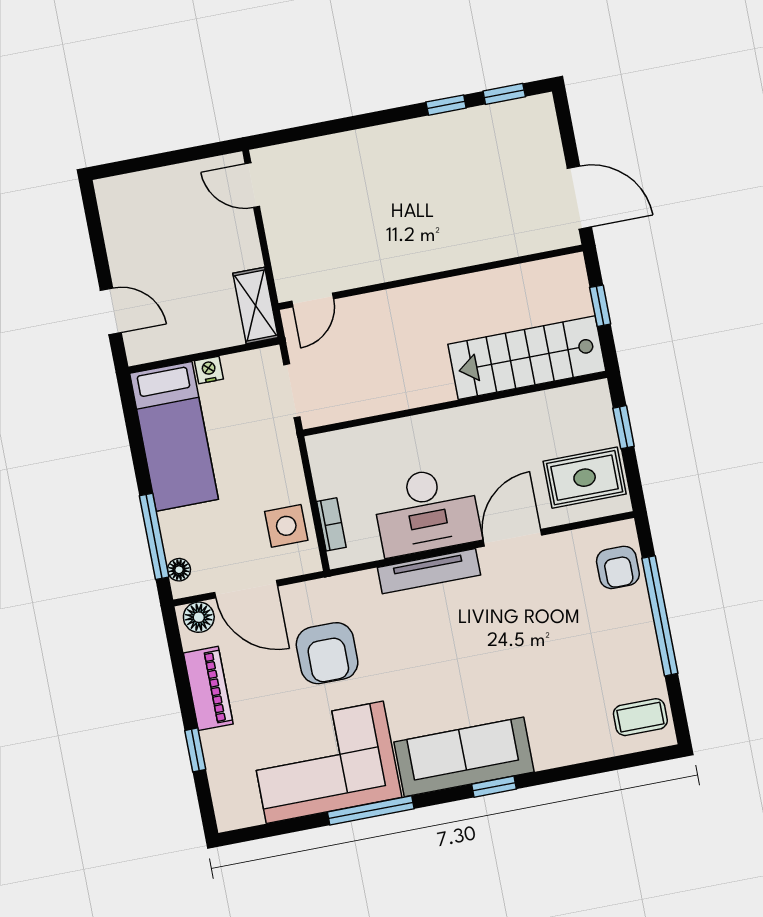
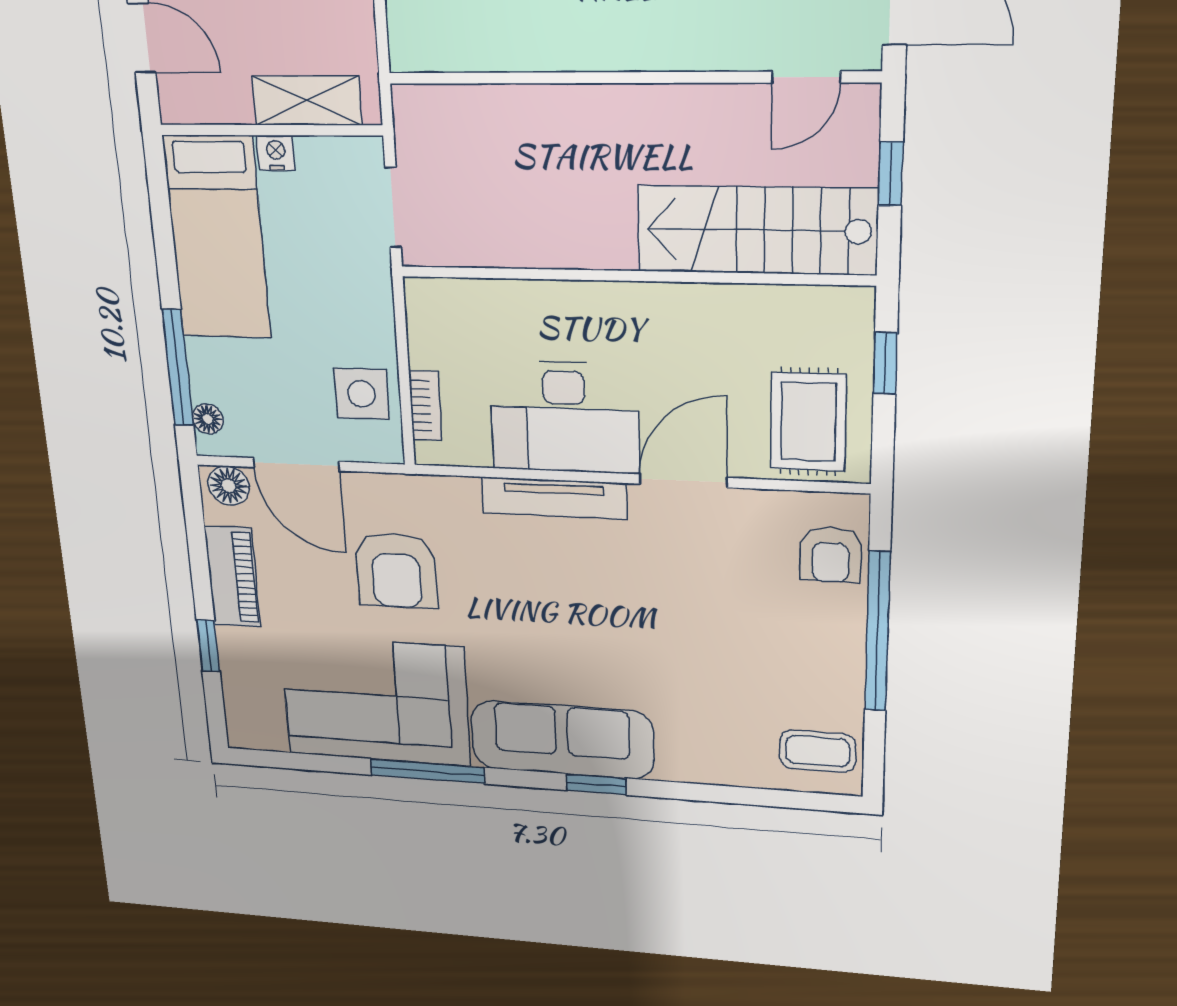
door: (313, 300) -> (806, 77), moved
shelving: (256, 305) -> (307, 101), moved, turned 90
rug: (585, 478) -> (808, 422), turned 90

